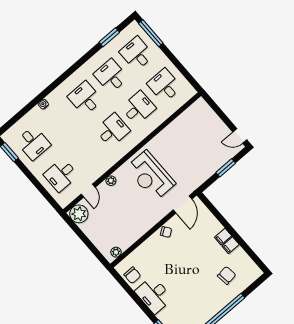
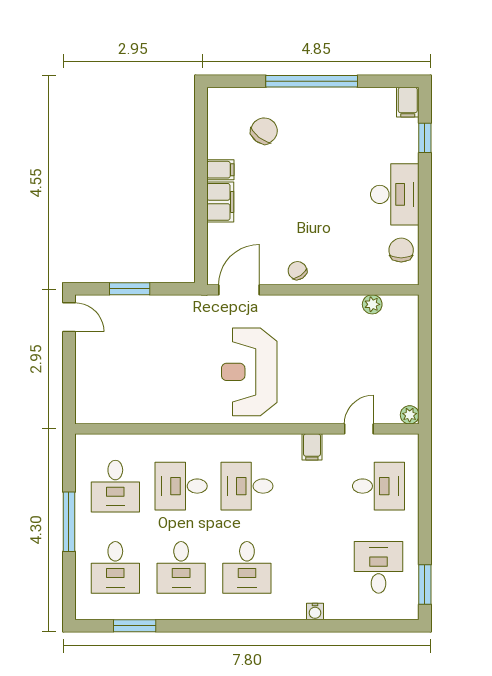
window: (151, 33) -> (69, 522), moved
filing cabinet: (100, 168) -> (312, 447), added
reception desk: (151, 176) -> (249, 372), turned 180
plant: (111, 181) -> (313, 415), removed
plant: (79, 214) -> (410, 415), width x0.53, depth x0.53
filing cabinet: (223, 237) -> (220, 202), width x2.00
plant: (116, 252) -> (372, 304), moved
chair: (227, 275) -> (264, 131), turned 135

